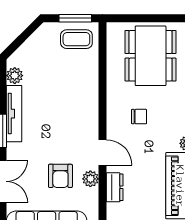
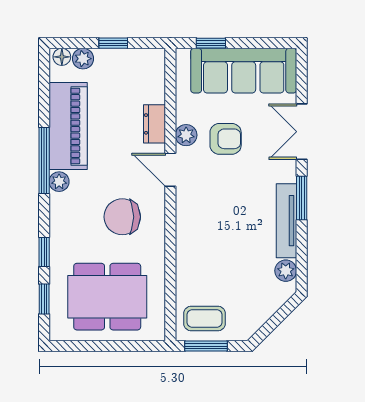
dining table: (151, 56) -> (107, 297), turned 90
chair: (139, 117) -> (122, 217), width x1.87, depth x1.87
armchair: (60, 176) -> (226, 139), turned 90

